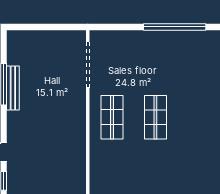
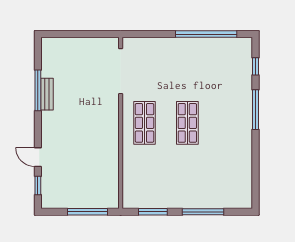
bench: (13, 88) -> (47, 94), width x0.73

